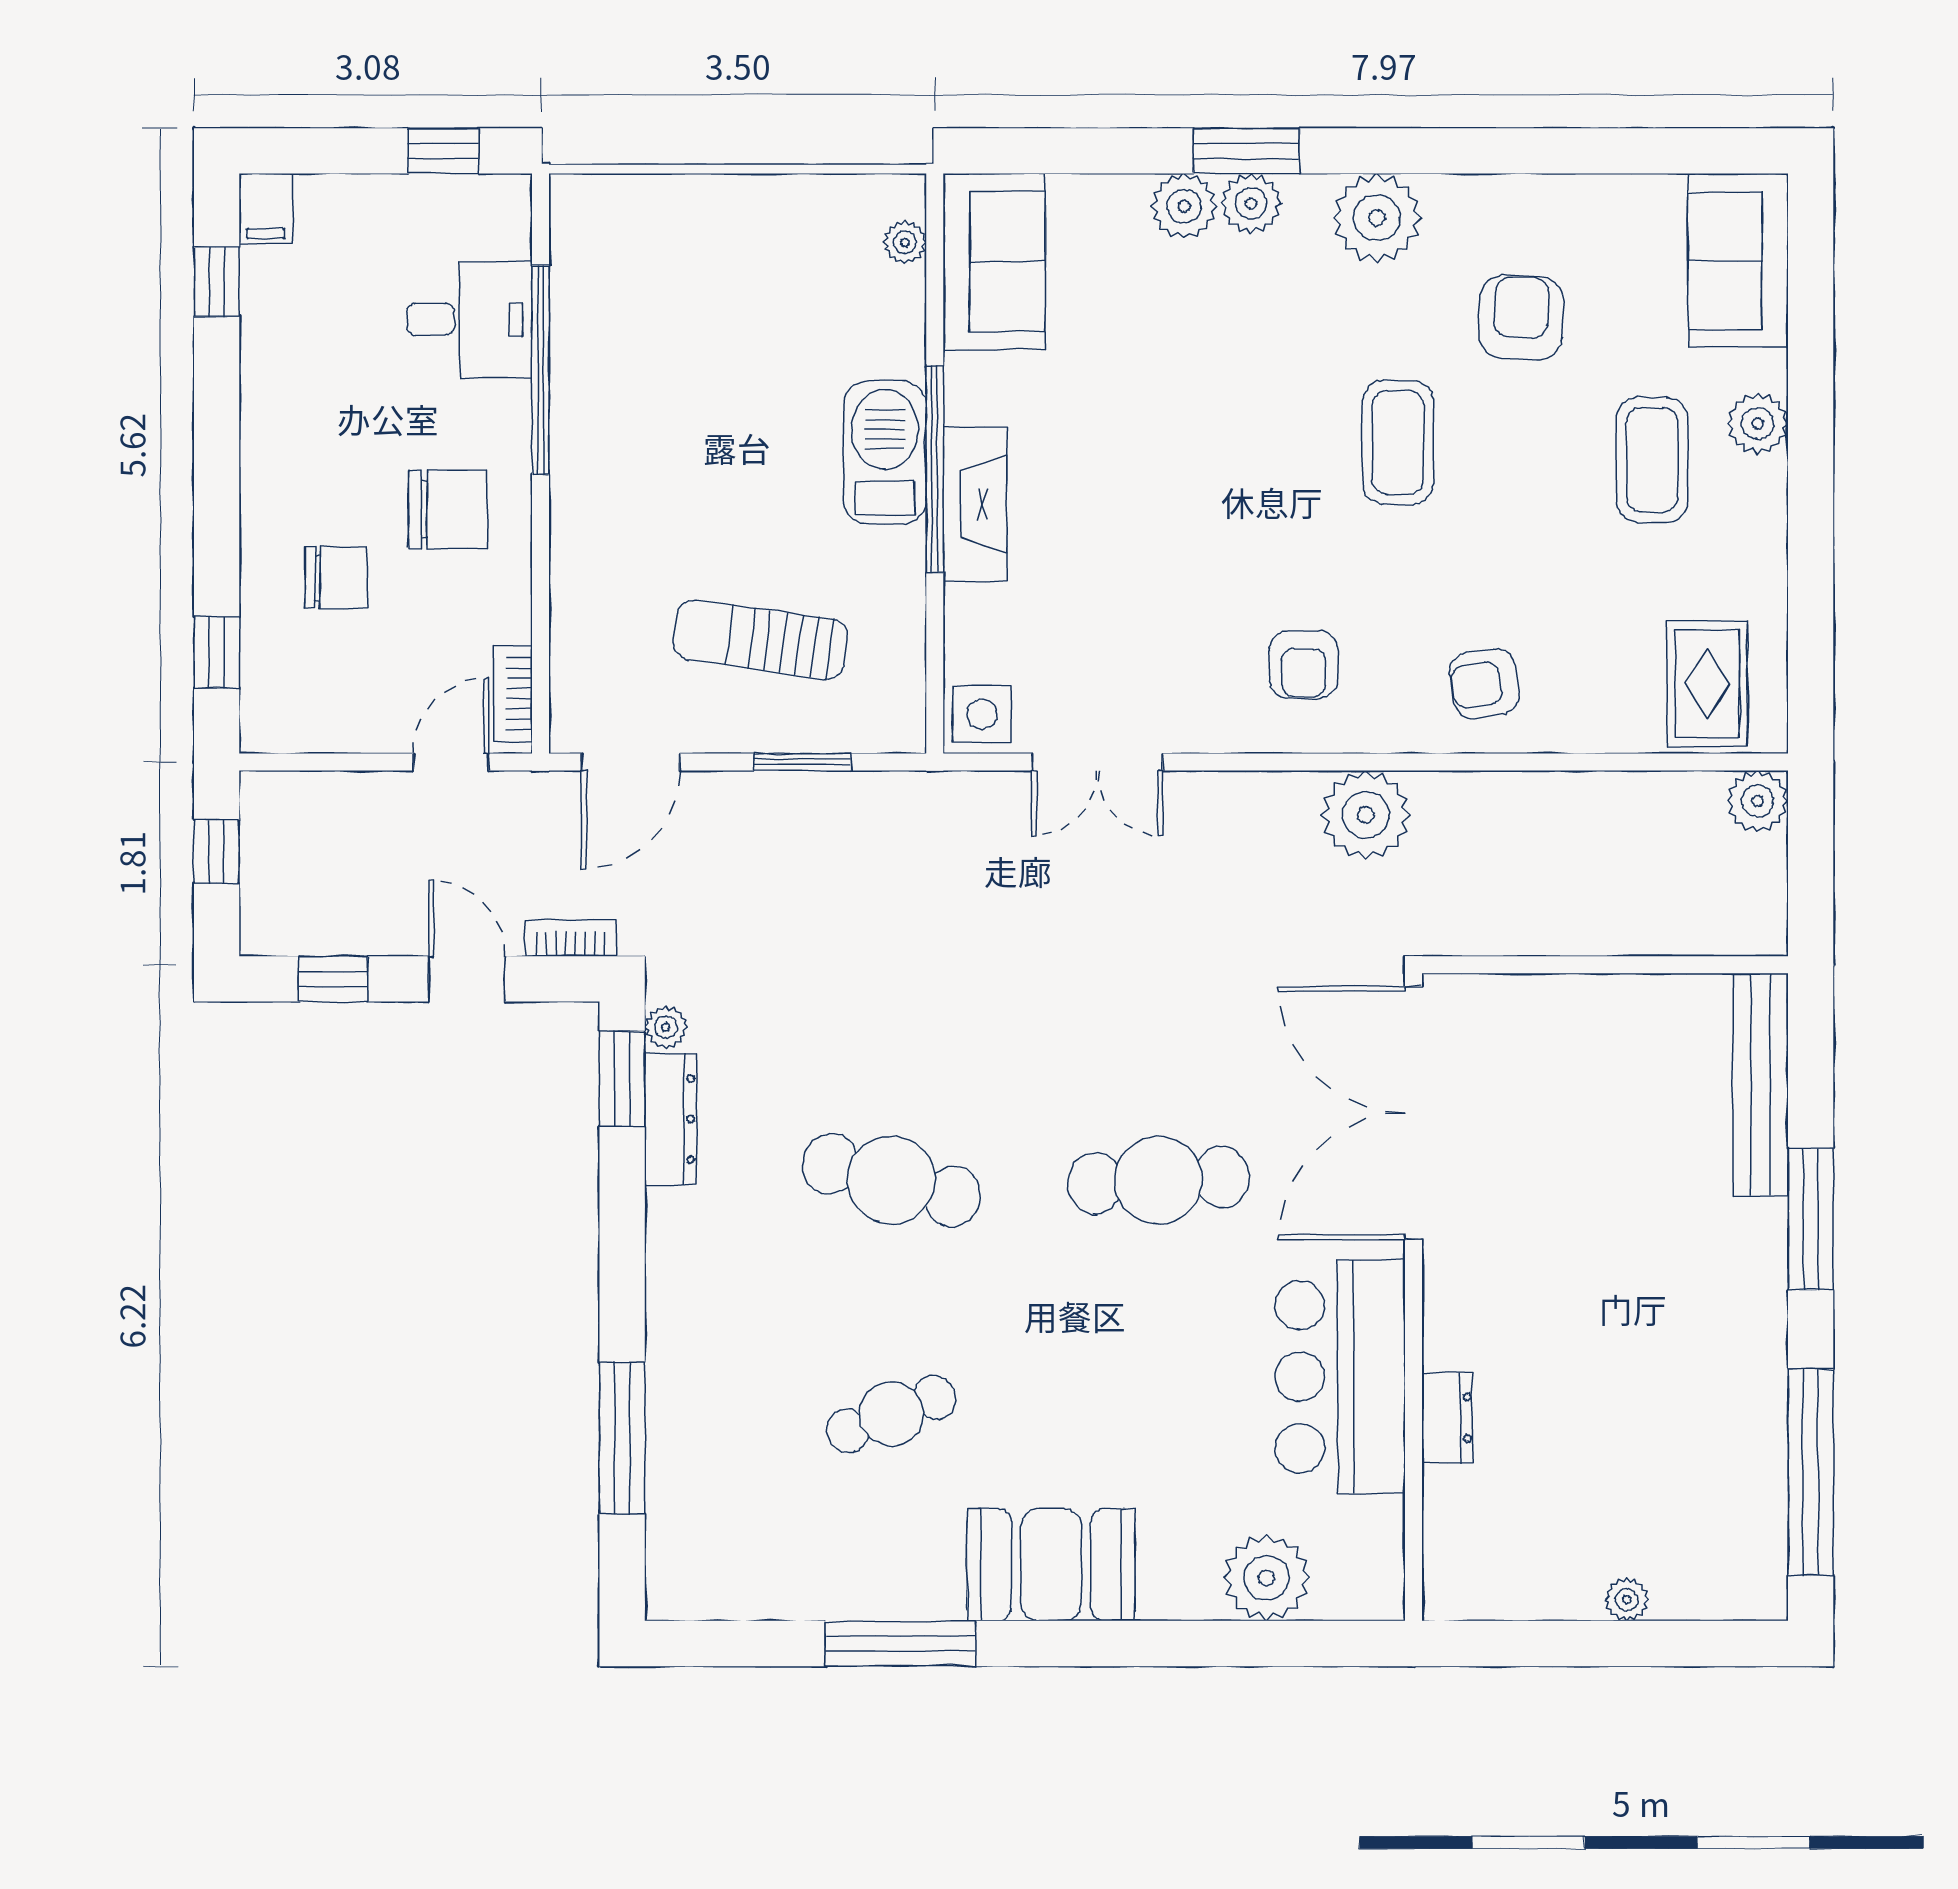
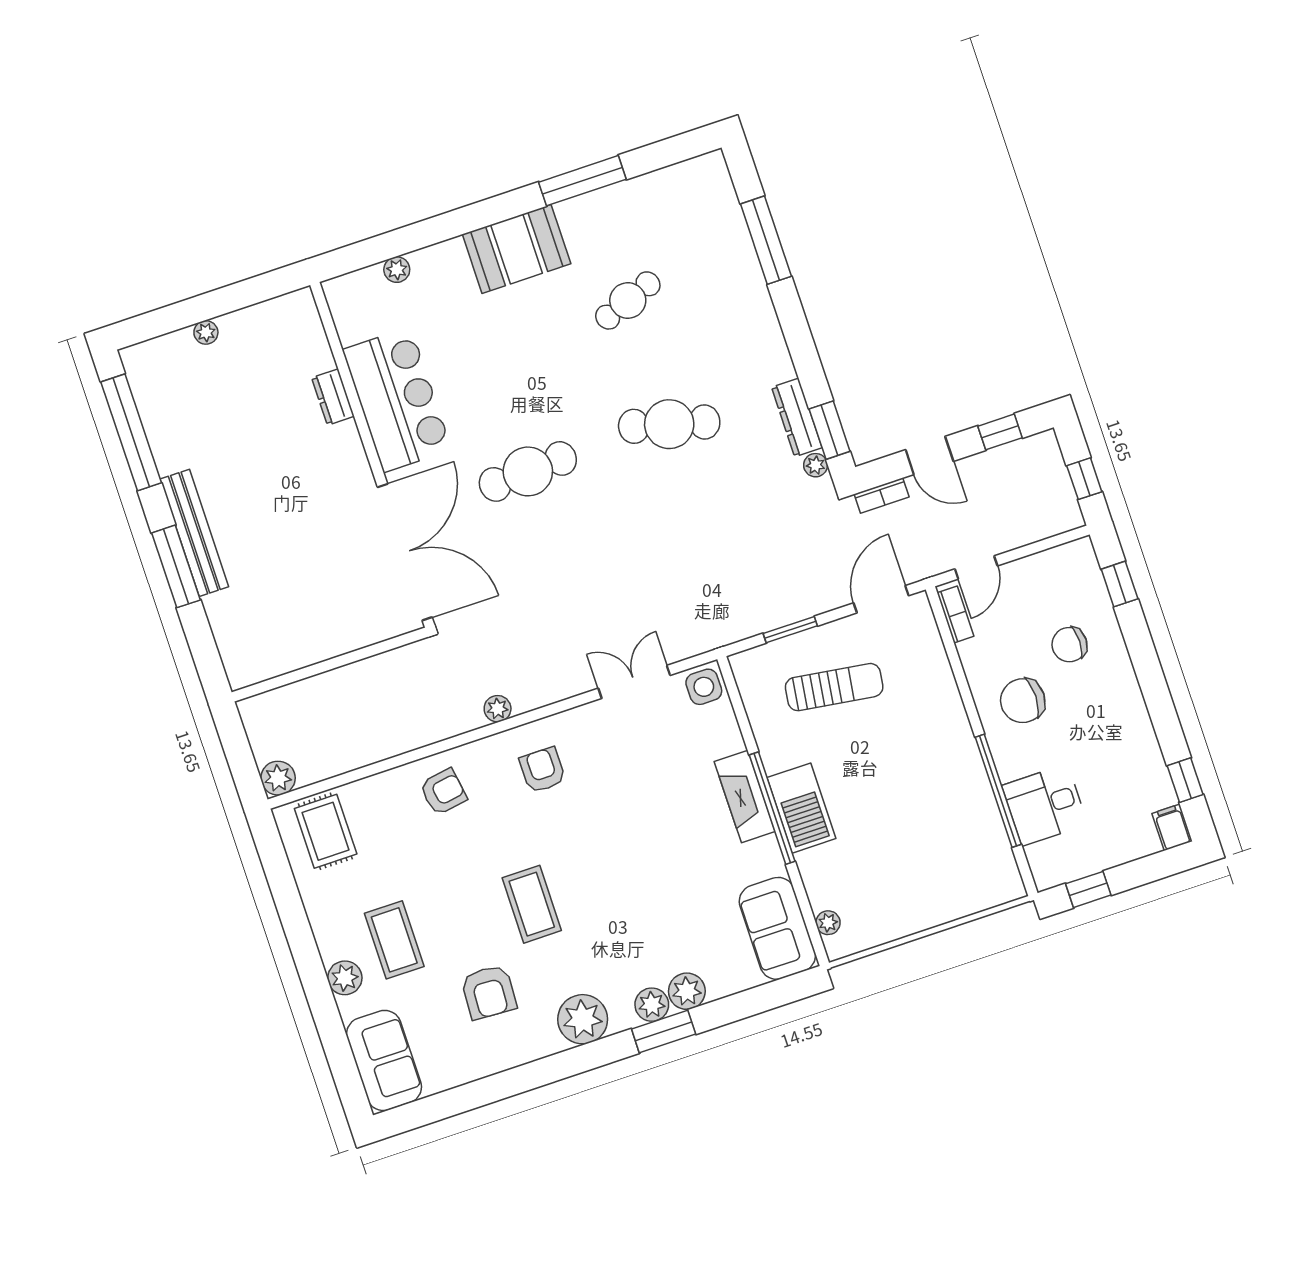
plant: (1366, 815) -> (498, 709), width x0.53, depth x0.53
bench: (1760, 1085) -> (194, 533), moved
plant: (1266, 1578) -> (397, 270), width x0.53, depth x0.53

